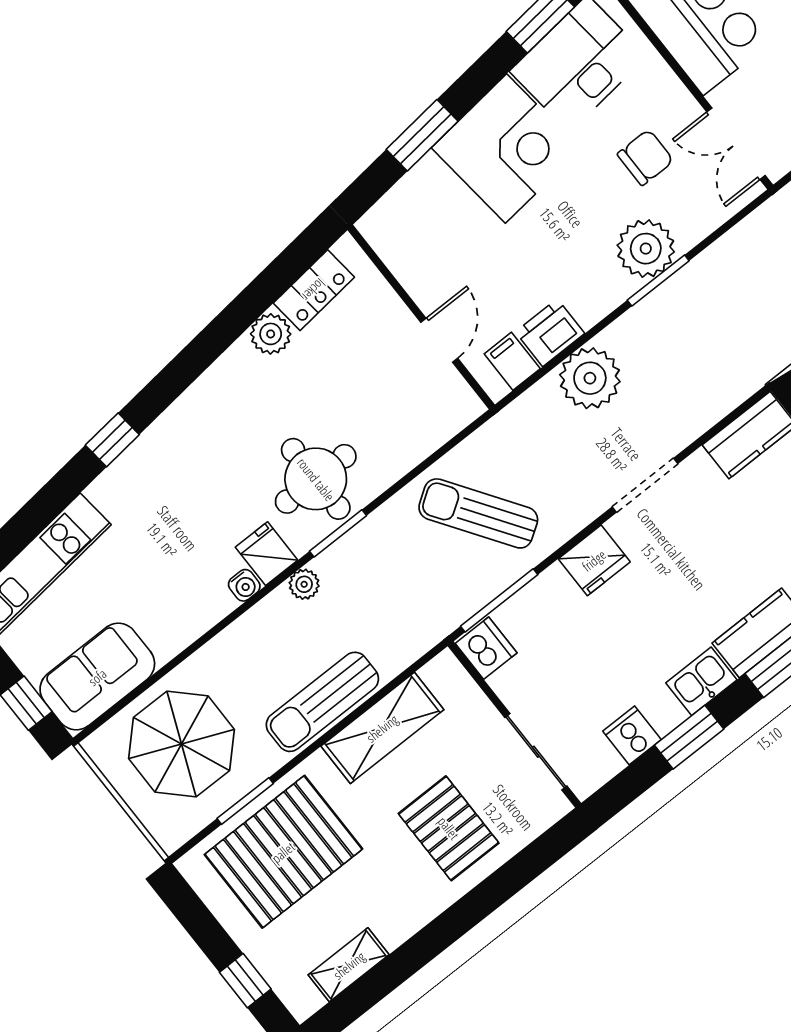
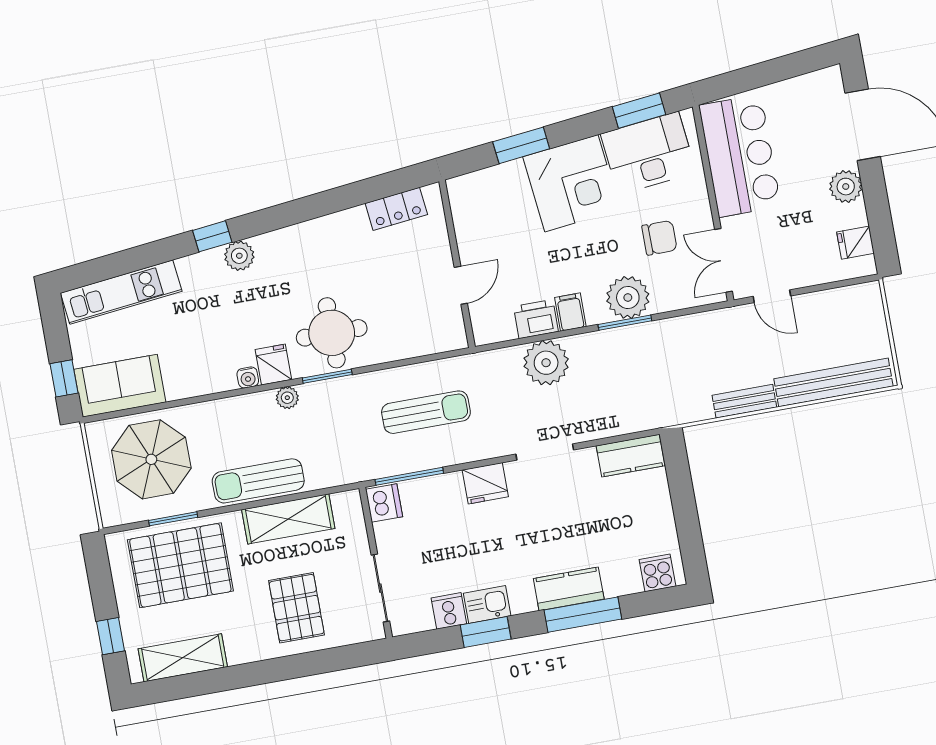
plant: (271, 334) -> (239, 256), moved
filing cabinet: (512, 361) -> (570, 312), moved
sun lounger: (478, 513) -> (426, 412), turned 124
kitchen sink: (701, 681) -> (487, 604), moved
shelving: (349, 965) -> (183, 658), width x1.50, depth x1.33

